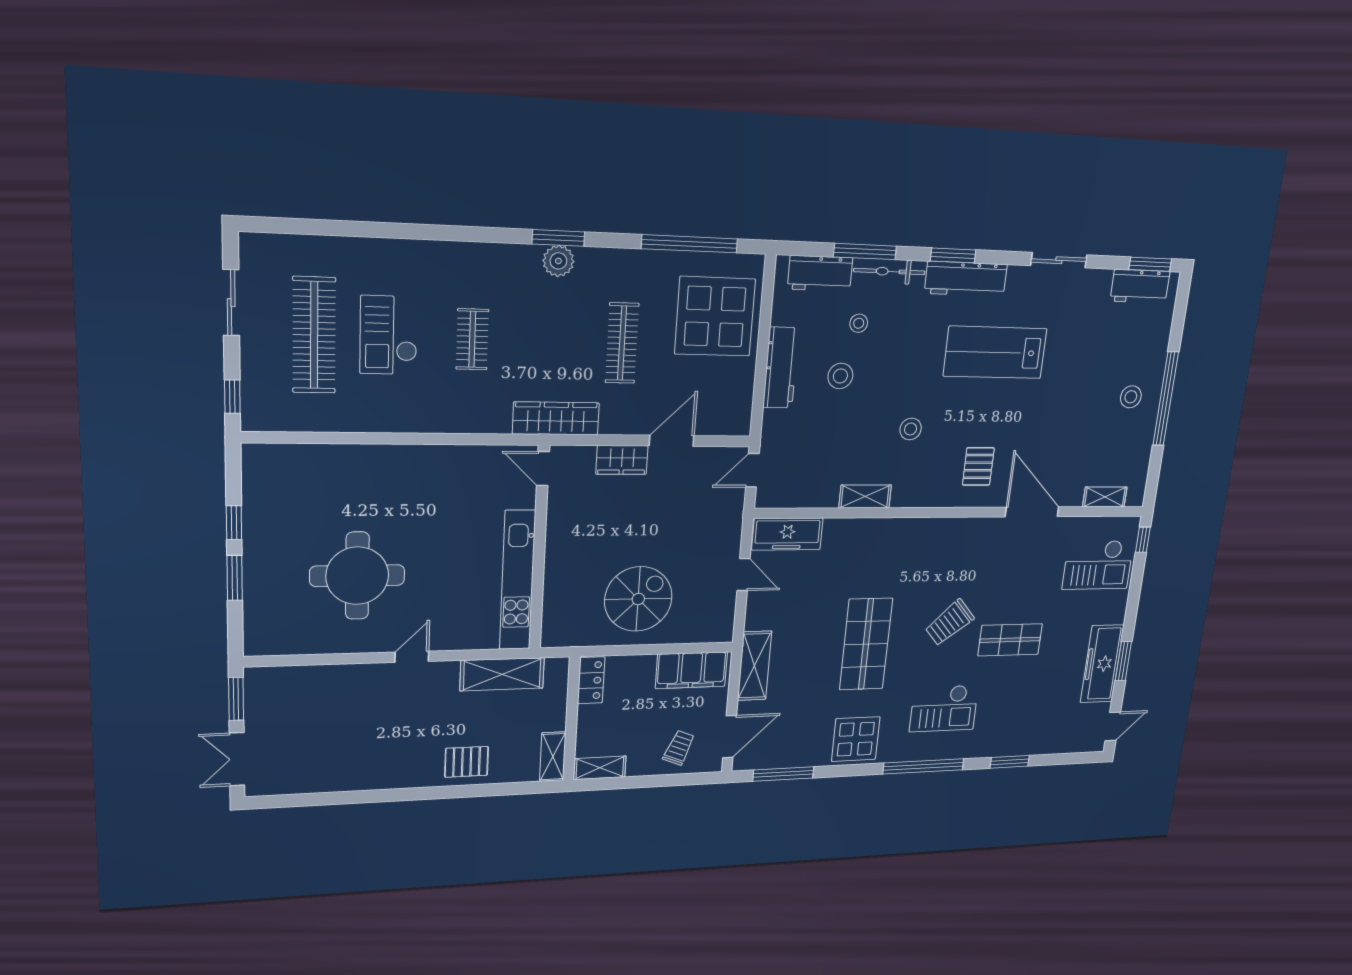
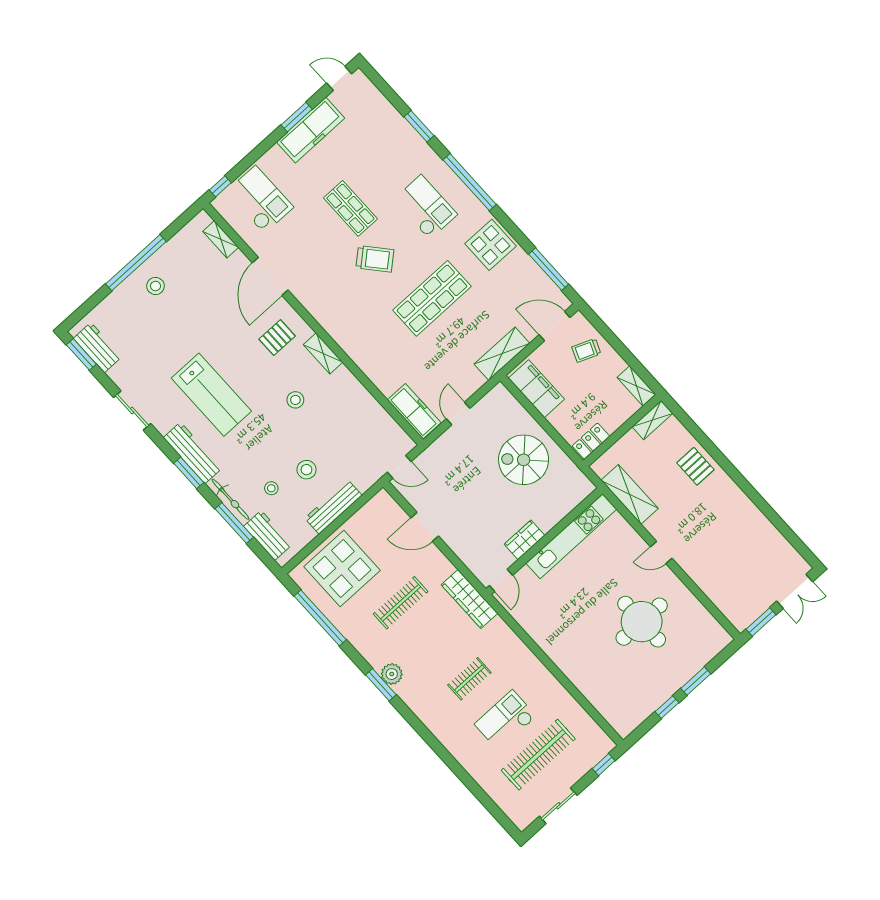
checkout: (389, 335) -> (505, 720), turned 180
wardrobe: (622, 460) -> (524, 540), moved, turned -90
shelving: (865, 496) -> (323, 353), moved

